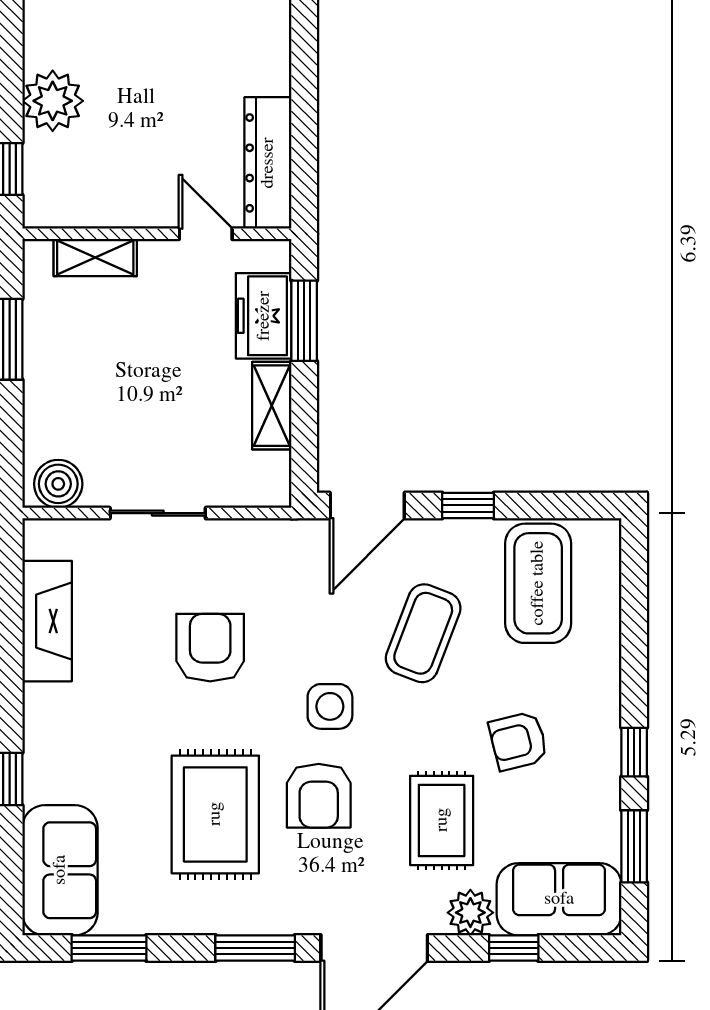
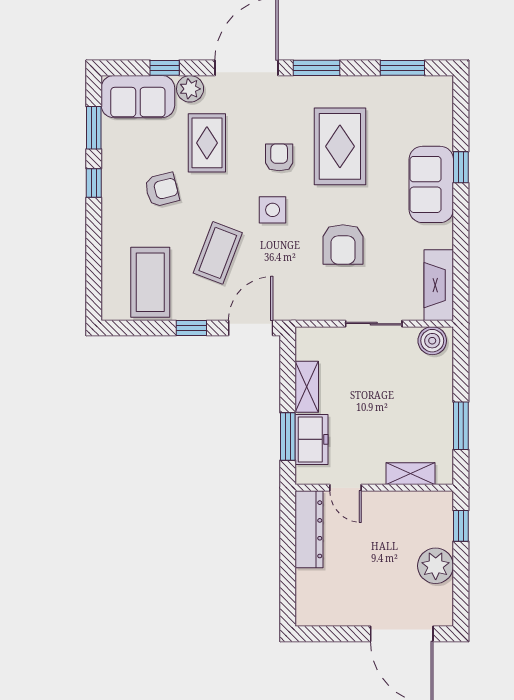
fireplace: (47, 621) -> (439, 285), moved
armchair: (319, 796) -> (279, 157), width x0.72, depth x0.72
sofa: (60, 870) -> (431, 184), moved

